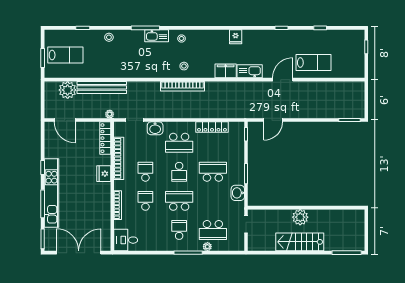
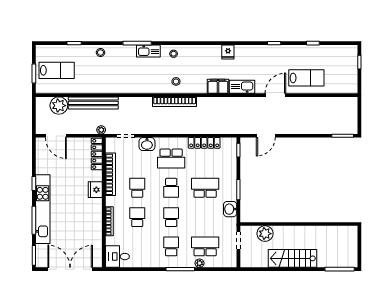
school desk: (179, 201) -> (171, 217), width x0.54
plant: (300, 217) -> (265, 234), moved
school desk: (213, 230) -> (205, 246), turned 180

